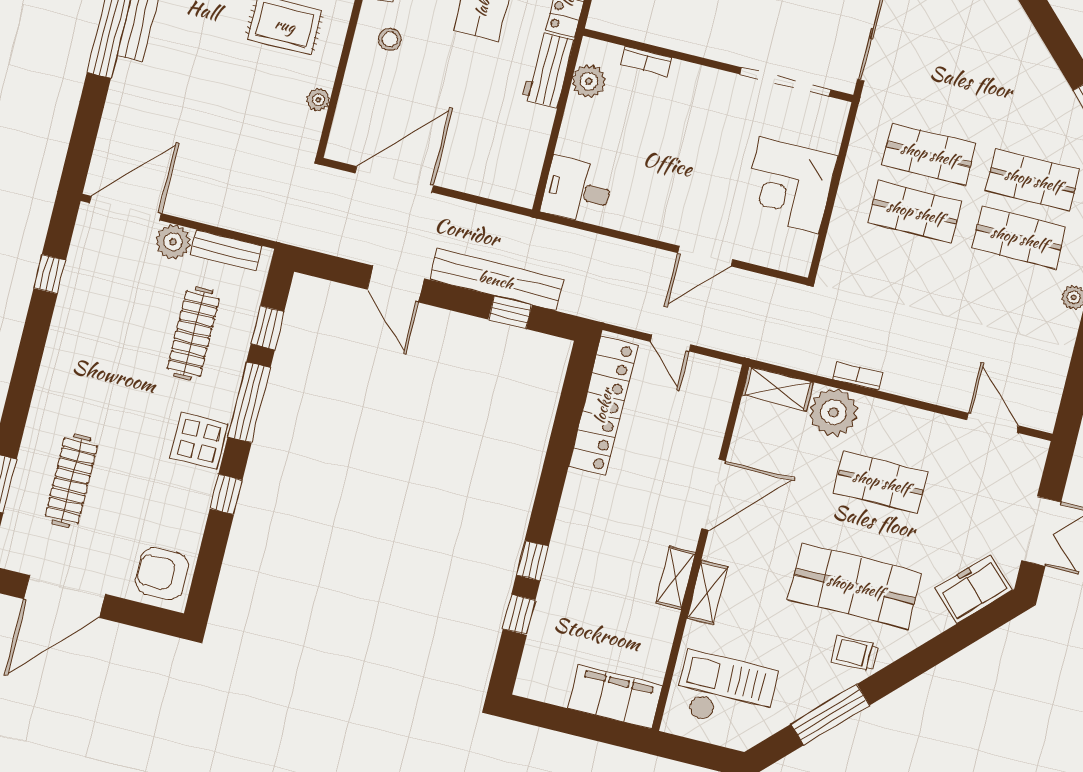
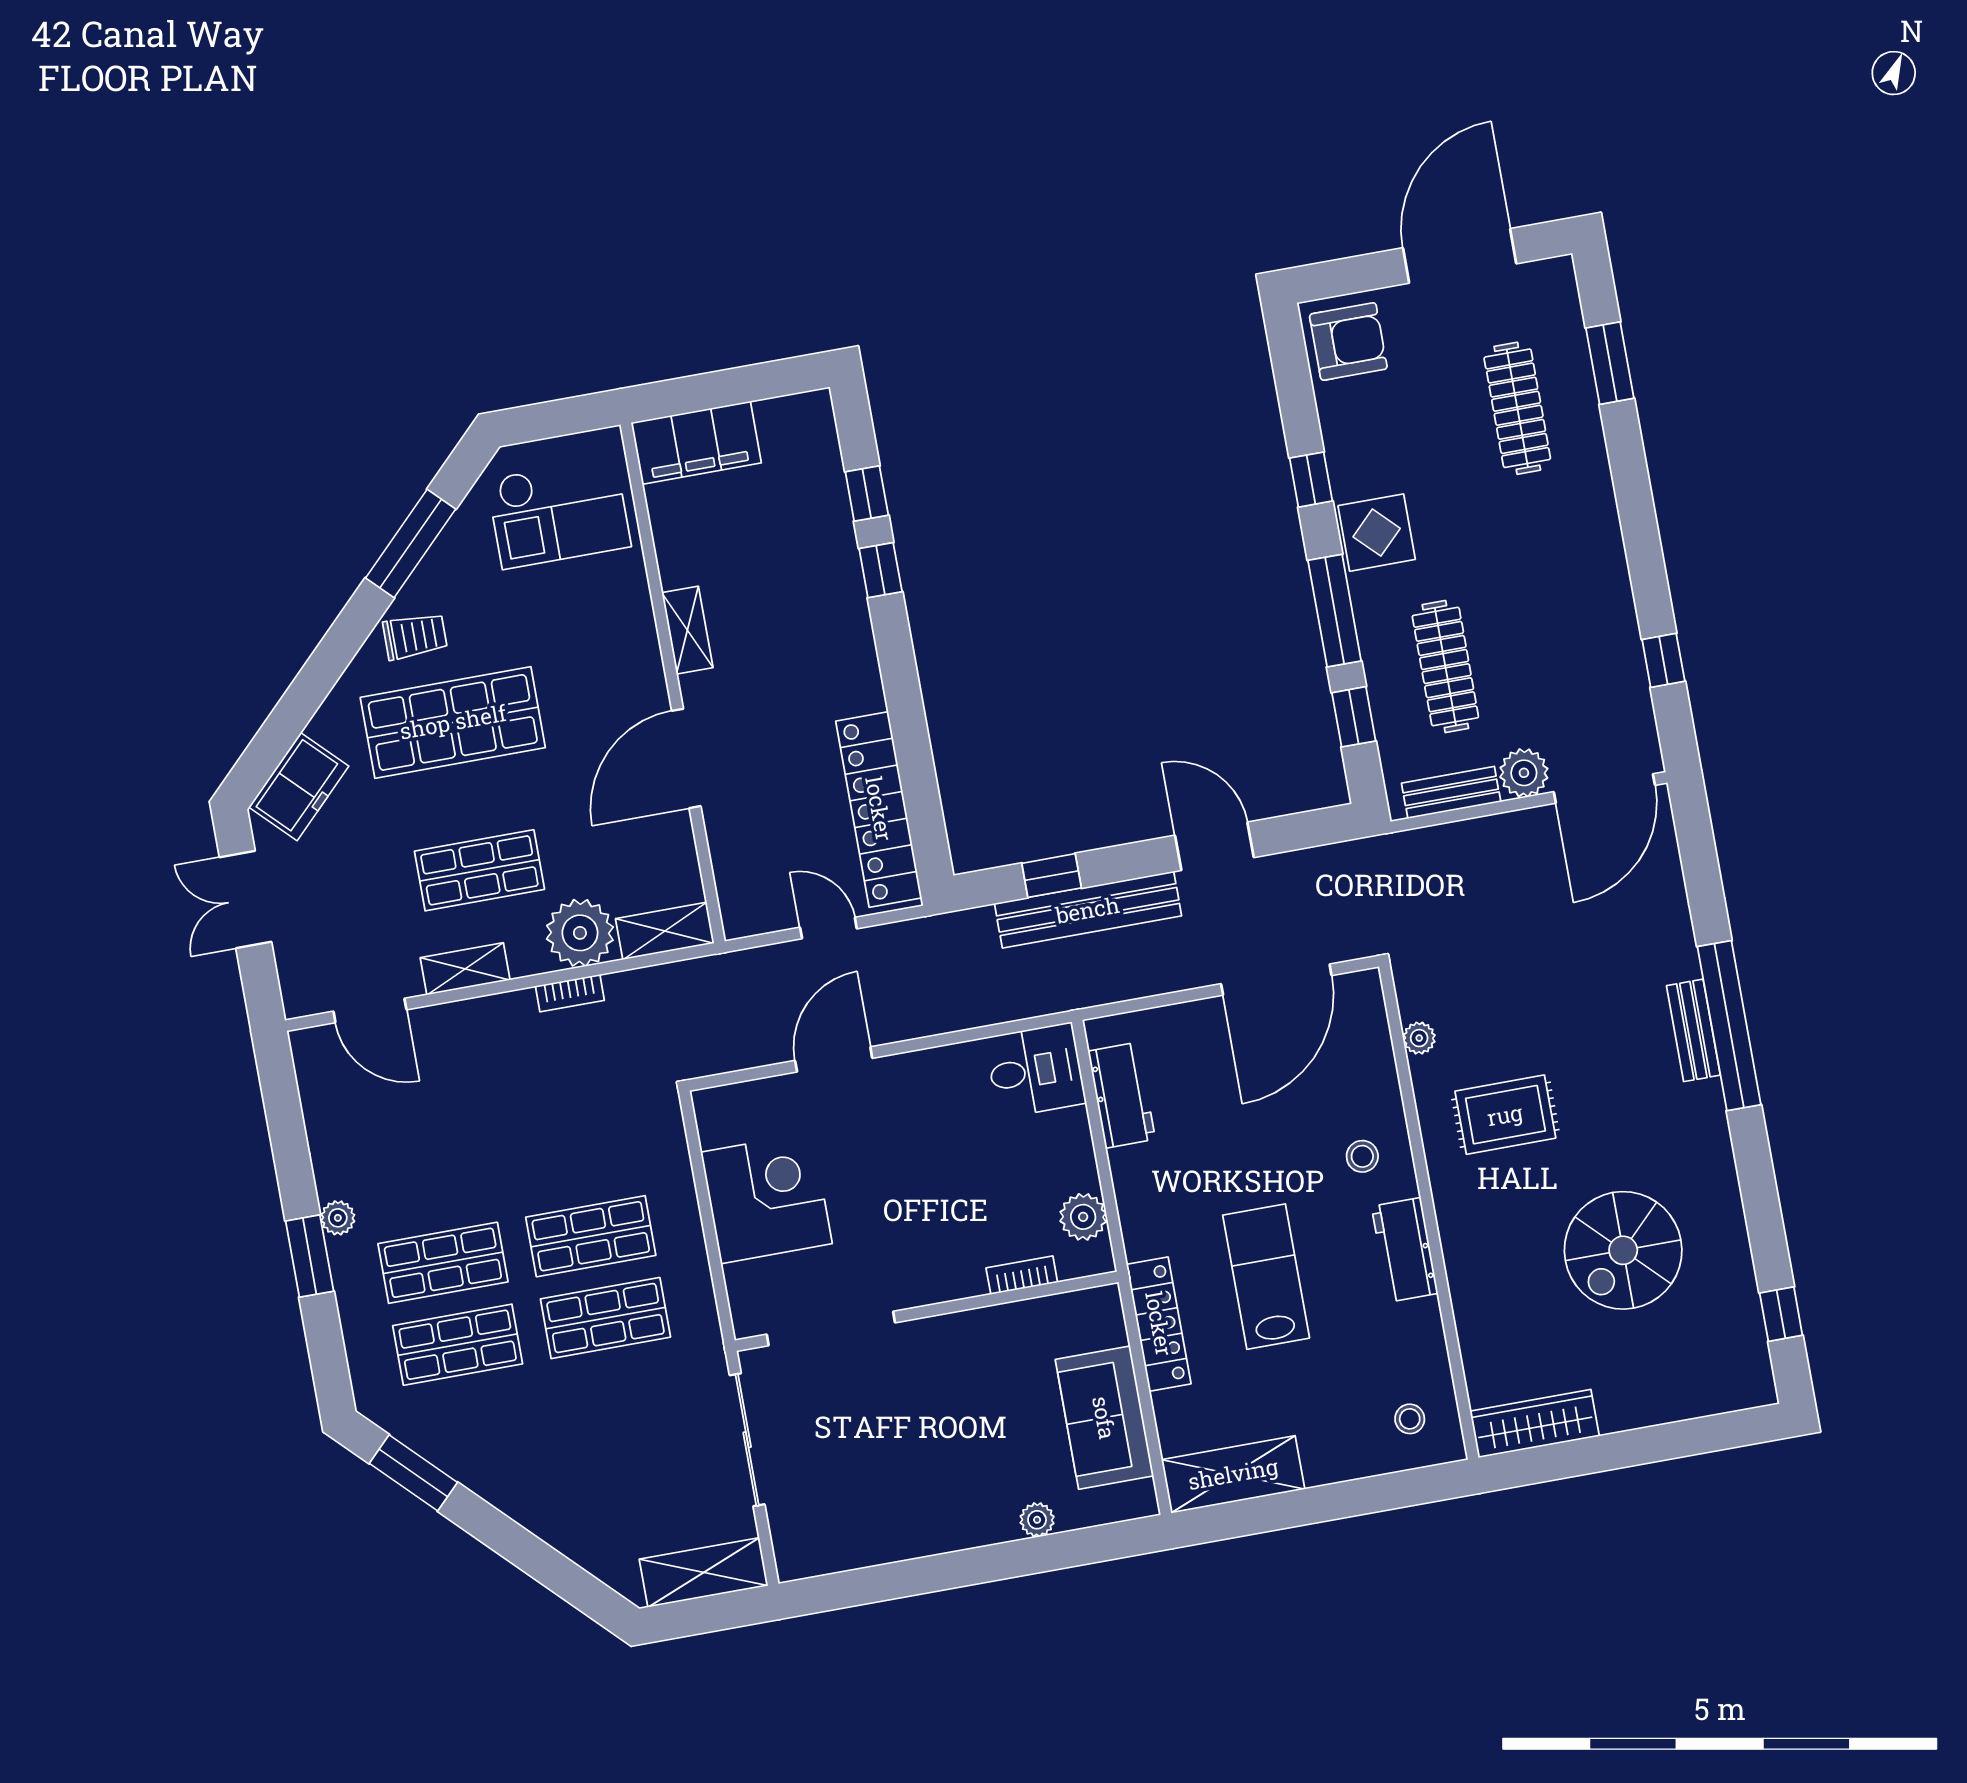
workbench: (548, 70) -> (1122, 1095), moved
shelving: (707, 593) -> (465, 969), moved, turned 90

